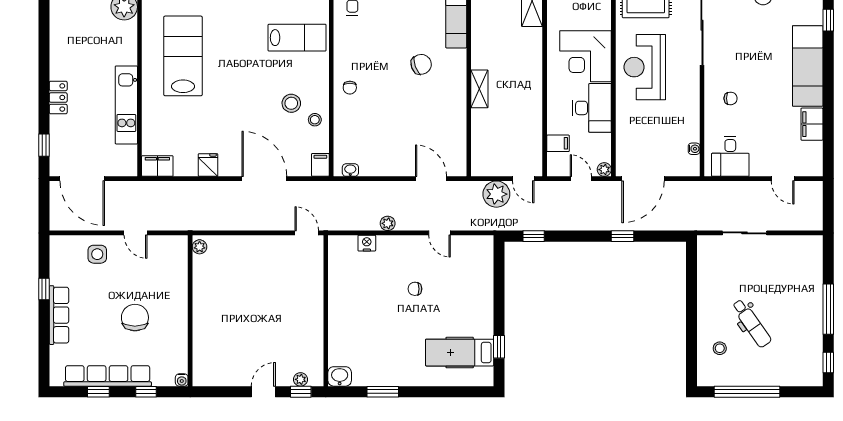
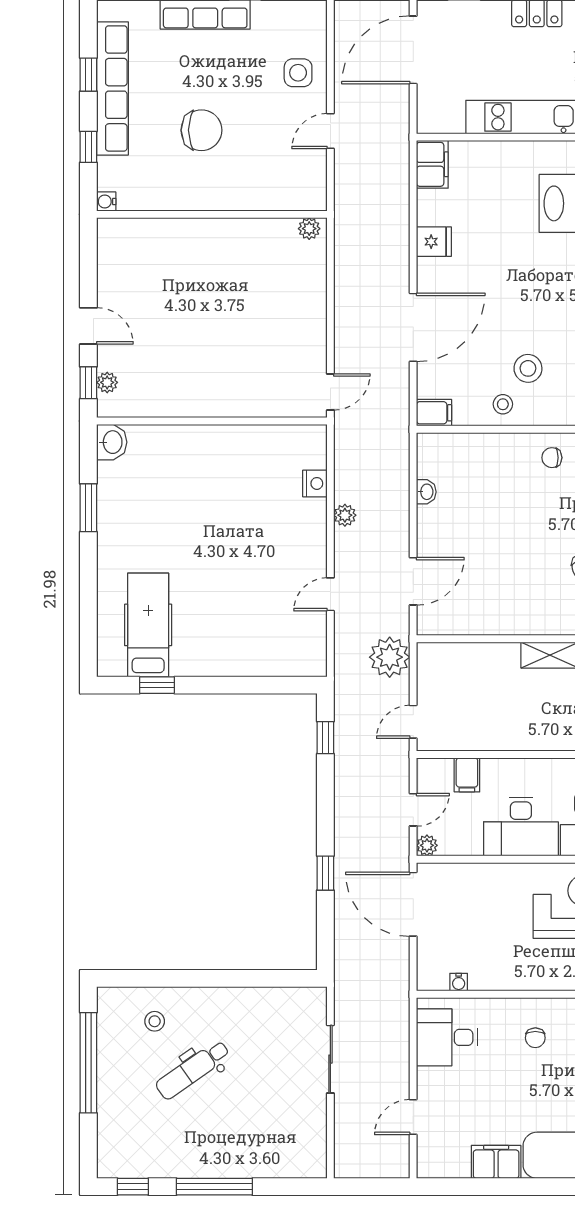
washbasin: (350, 170) -> (426, 492), moved
plant: (496, 194) -> (390, 657), moved
chair: (415, 289) -> (245, 557), removed

